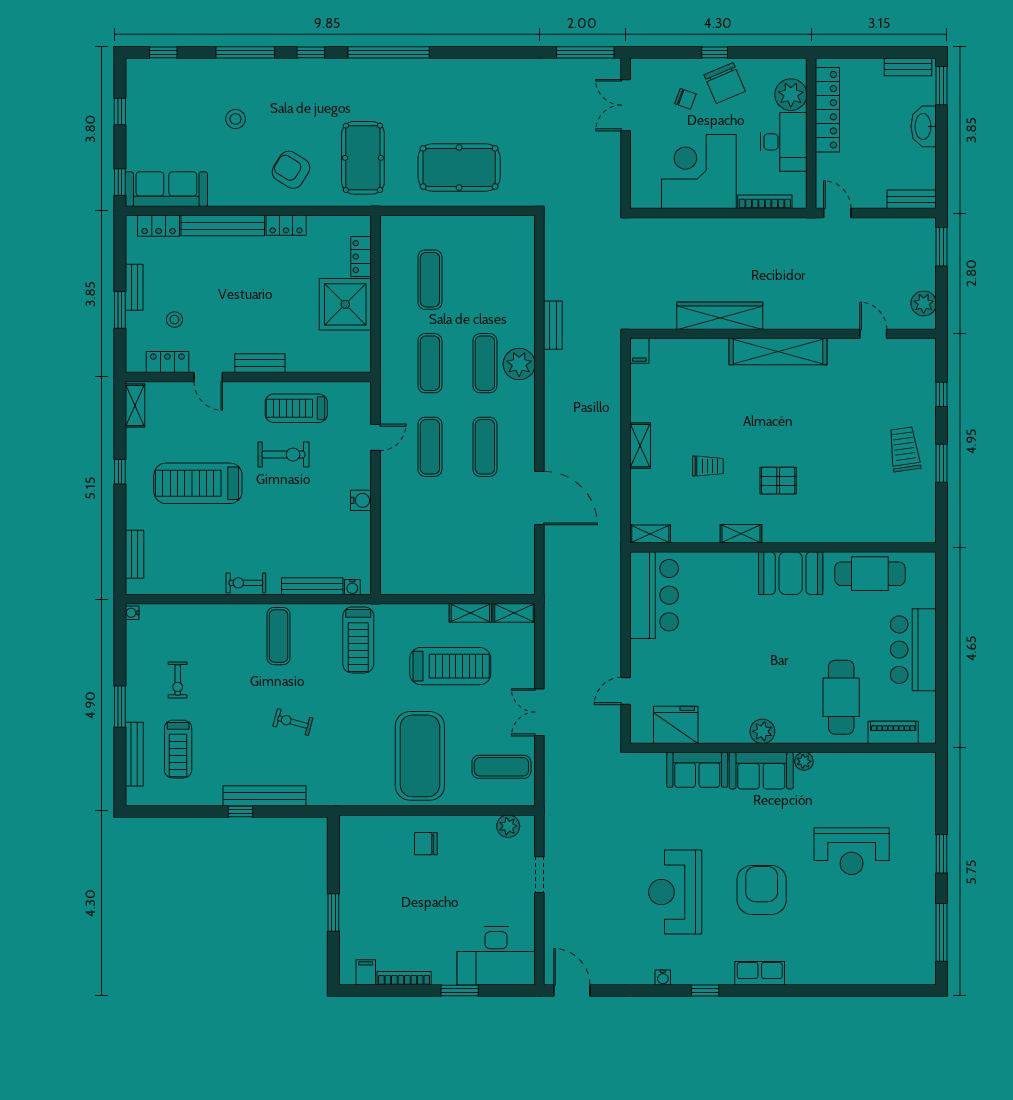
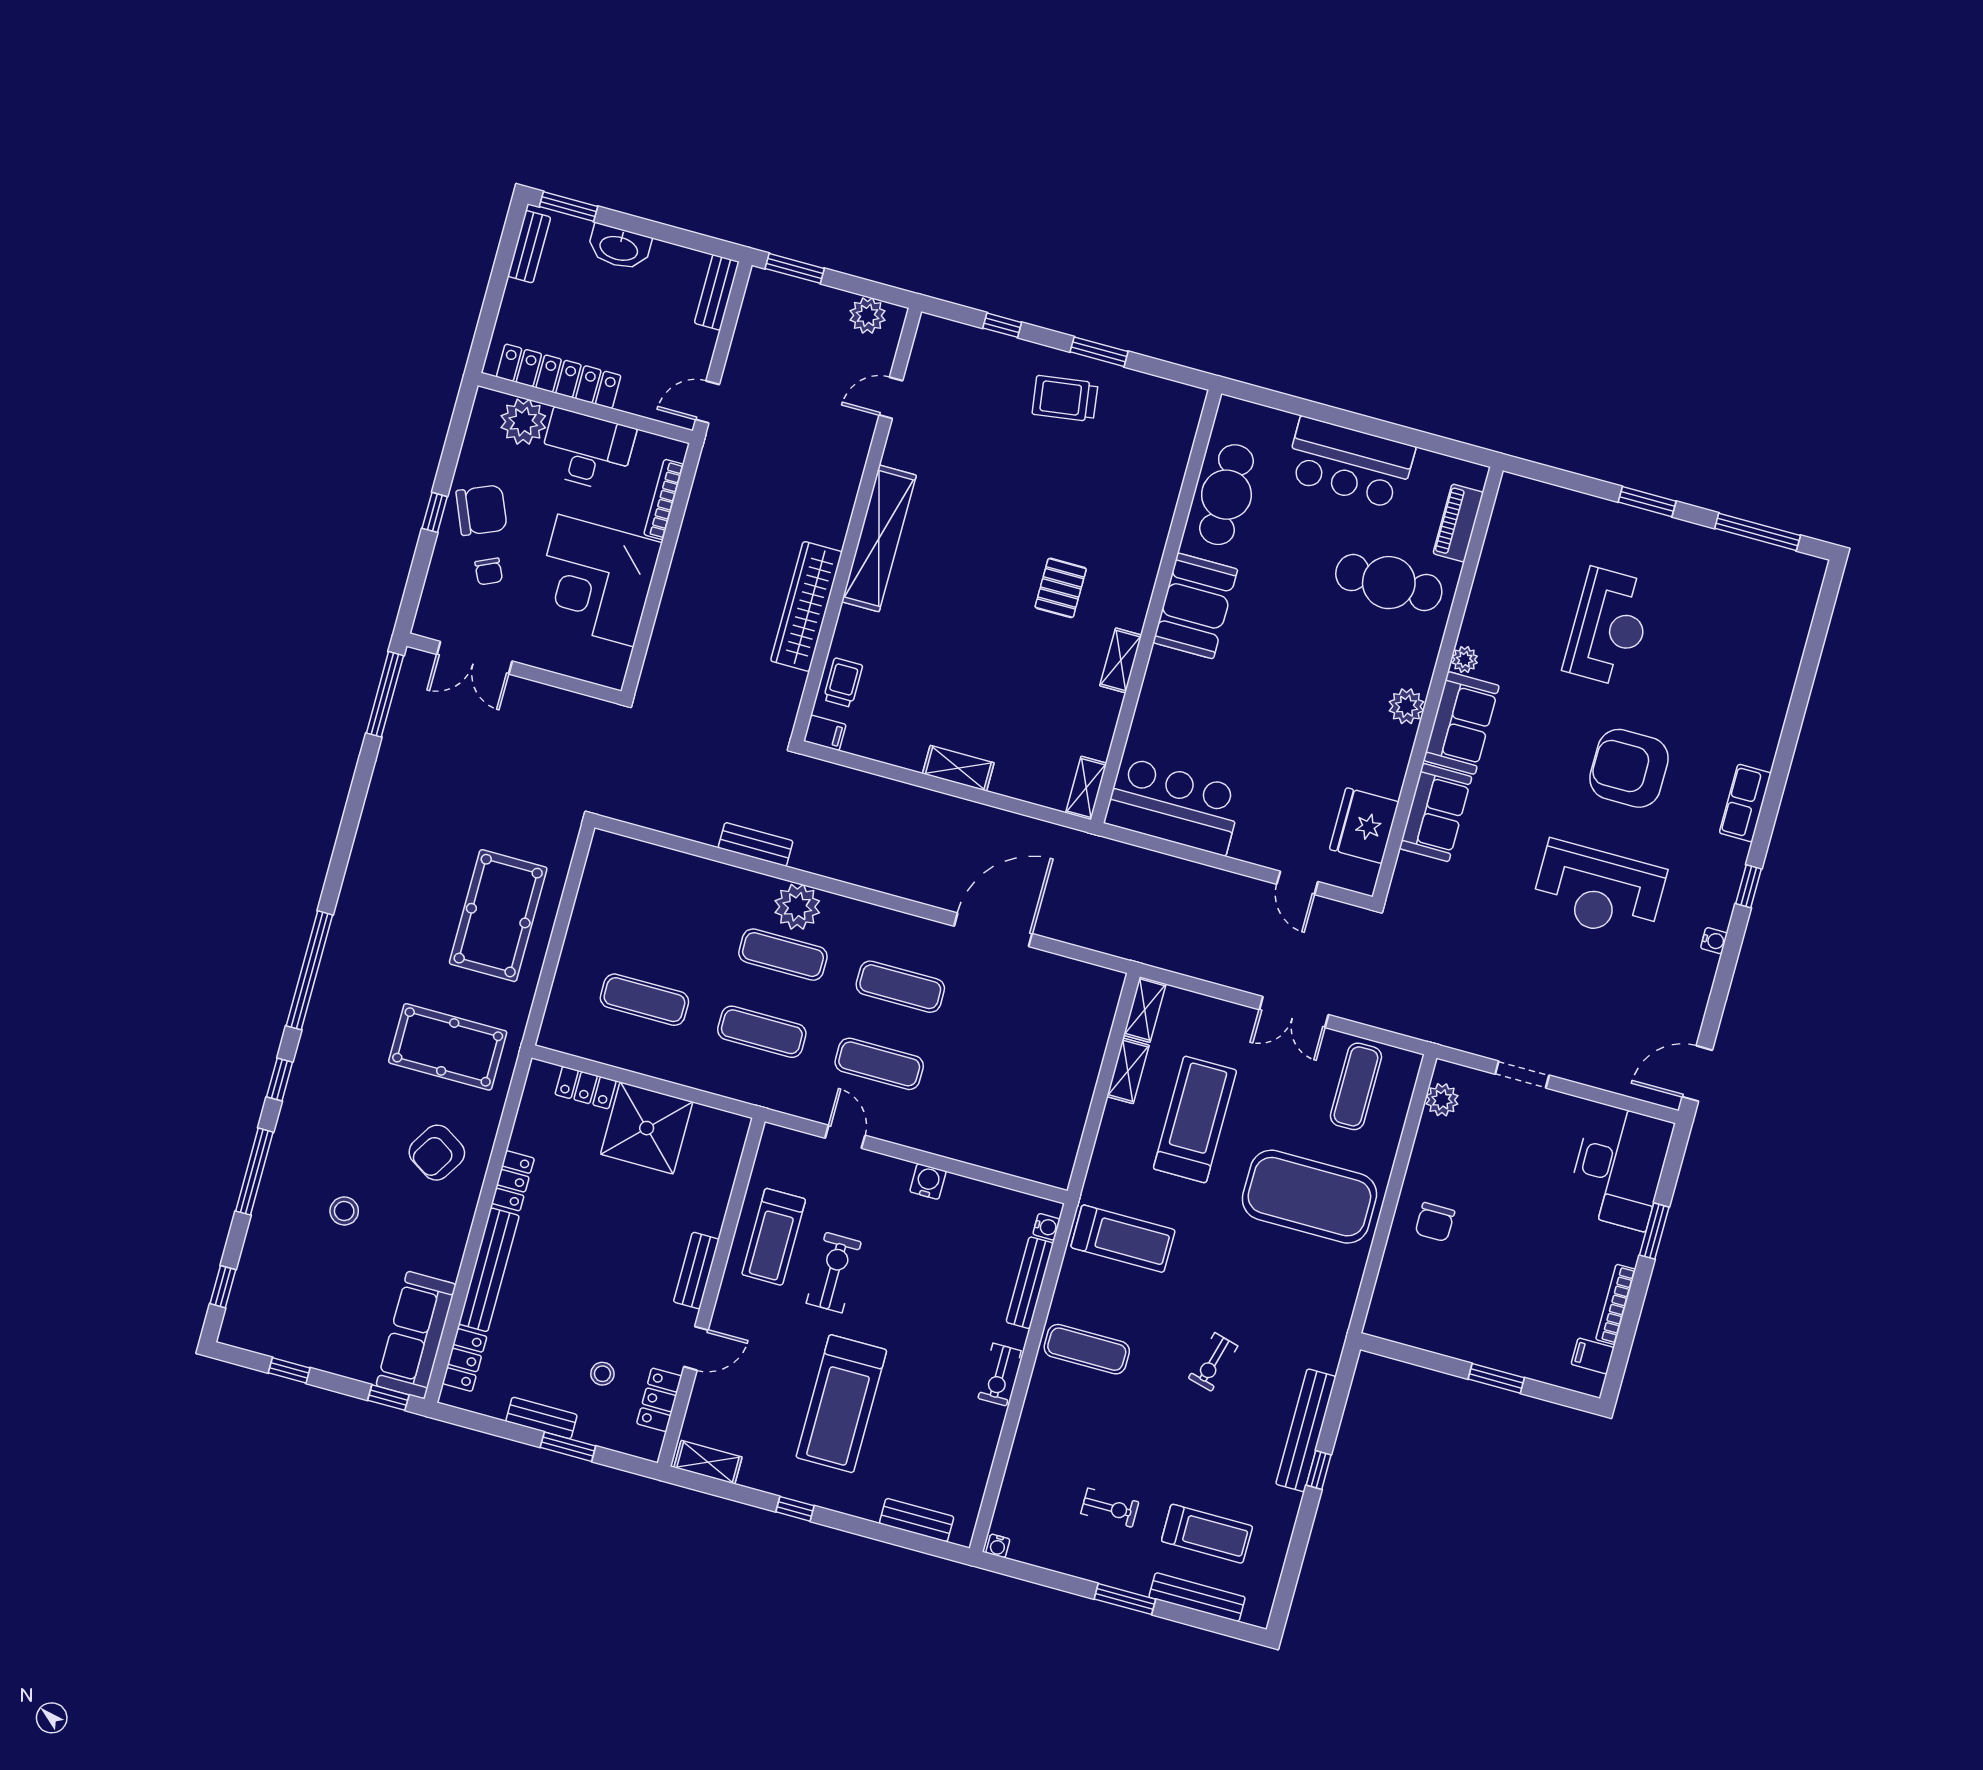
chair: (685, 99) -> (489, 571), turned 135
trolley: (708, 466) -> (843, 682), moved

